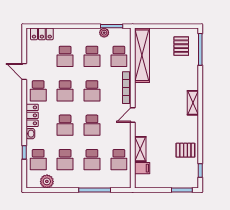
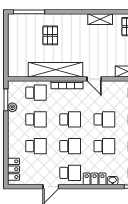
pallet: (181, 46) -> (50, 35), moved, turned 90
shelving: (142, 55) -> (55, 70), moved
shelving: (193, 103) -> (100, 19), moved

